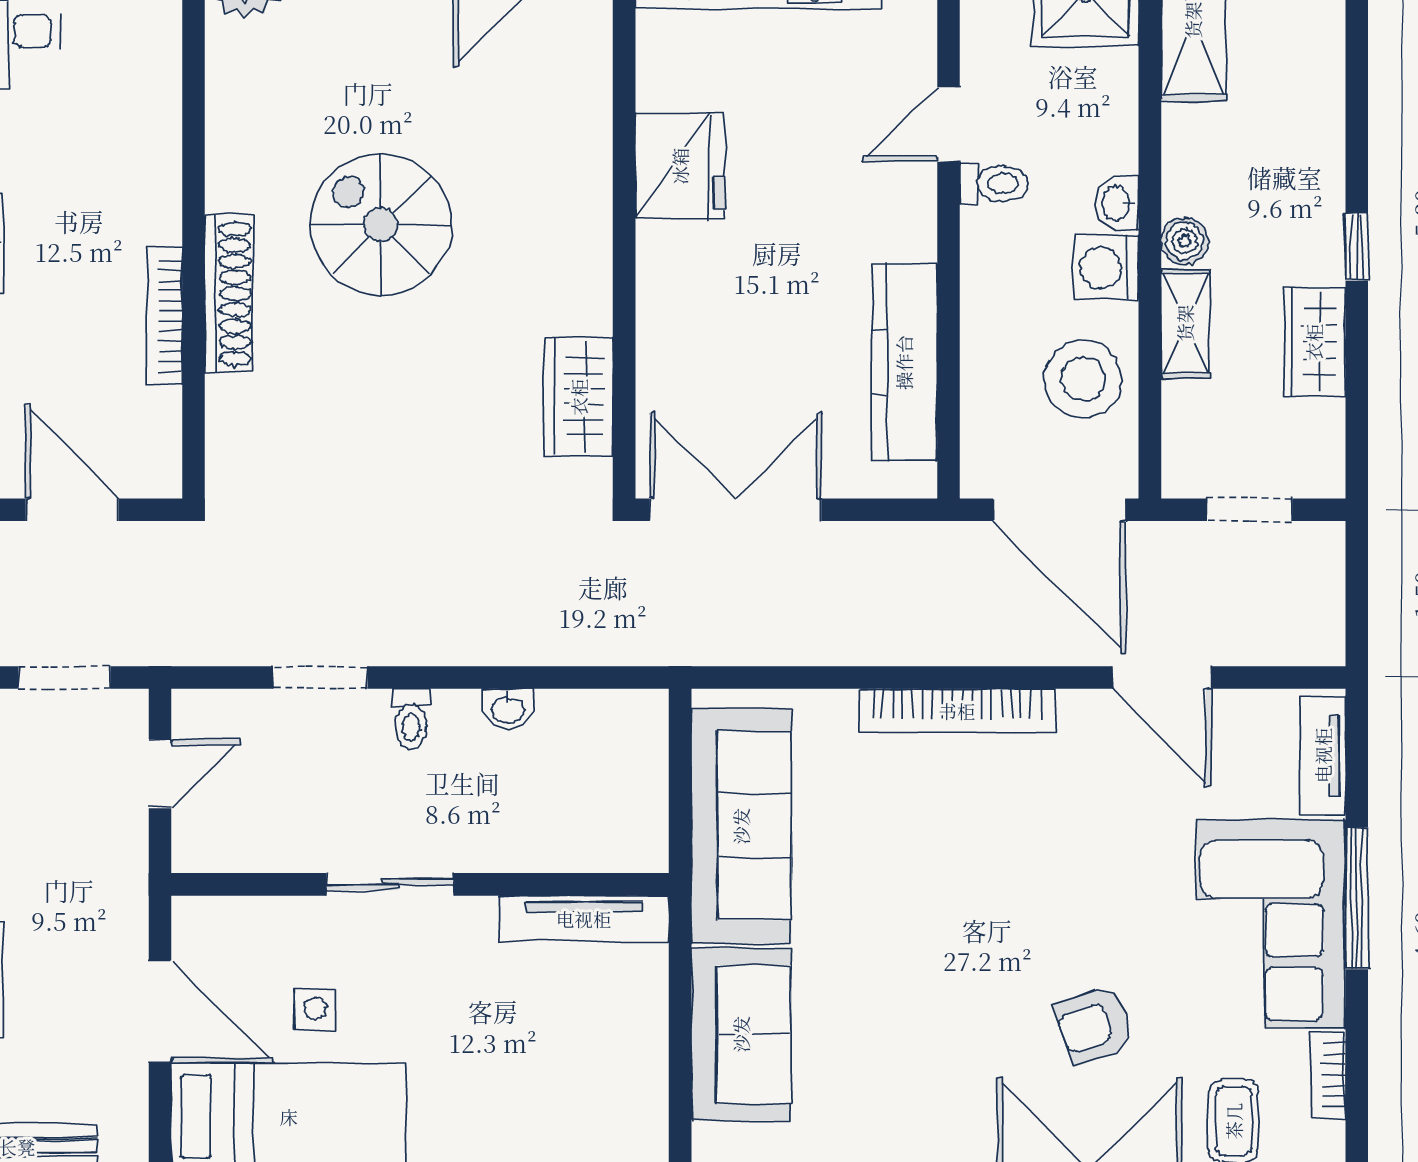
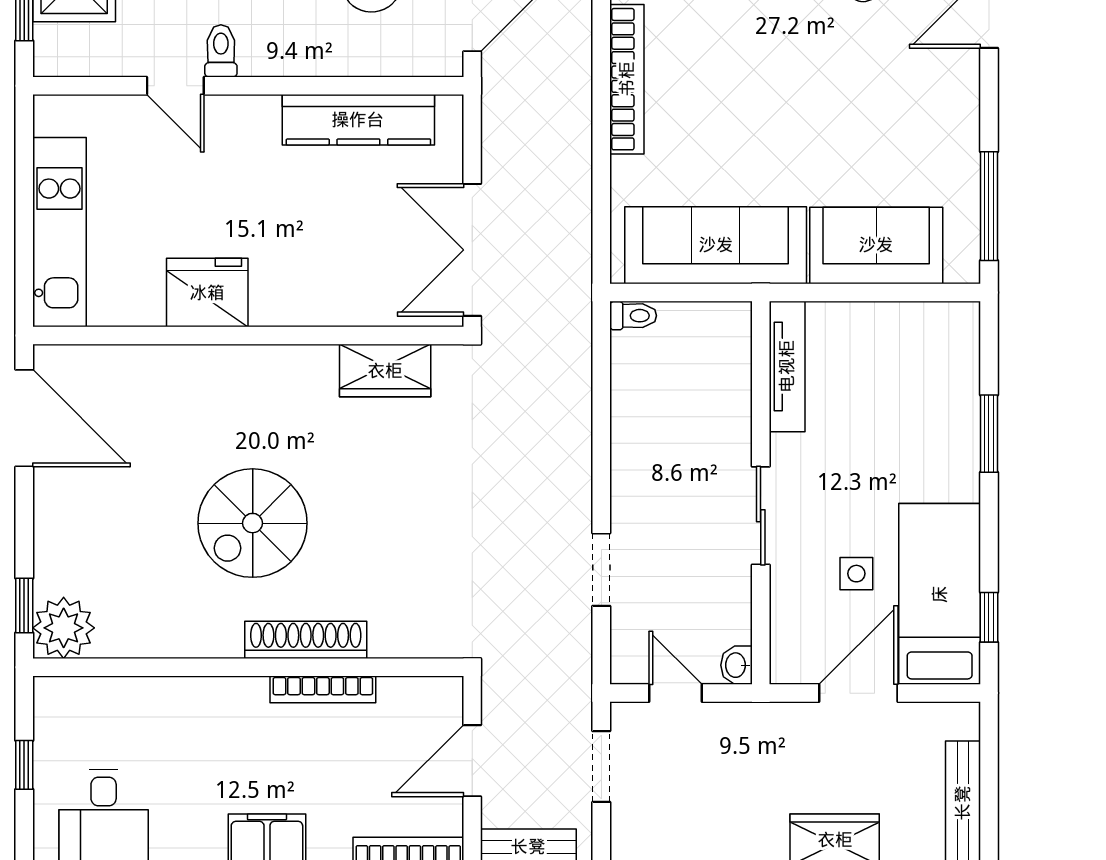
washbasin: (508, 709) -> (736, 665), moved, turned 180
toilet: (411, 719) -> (633, 316), moved

